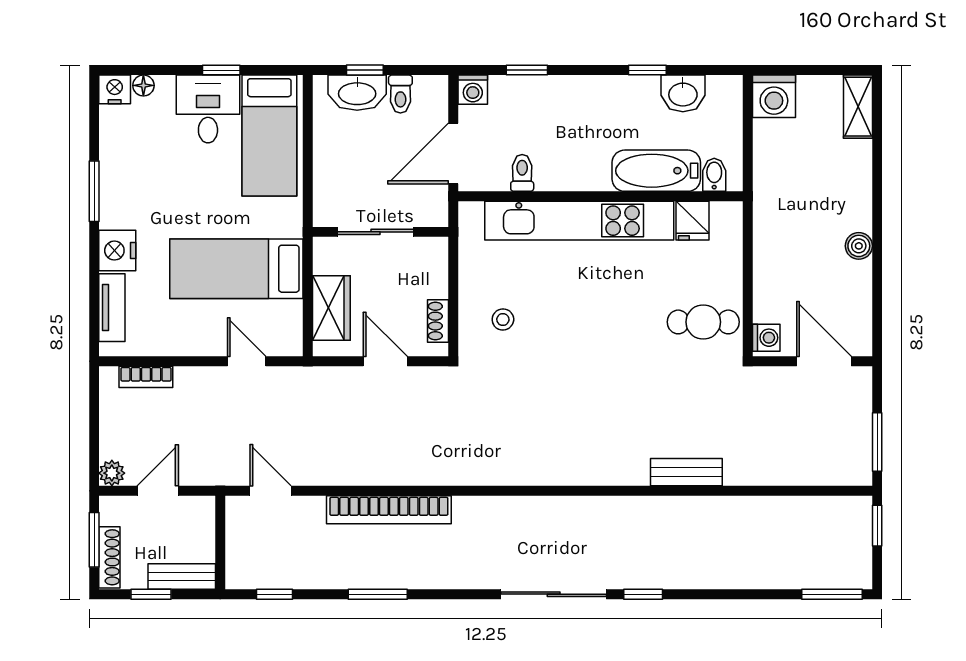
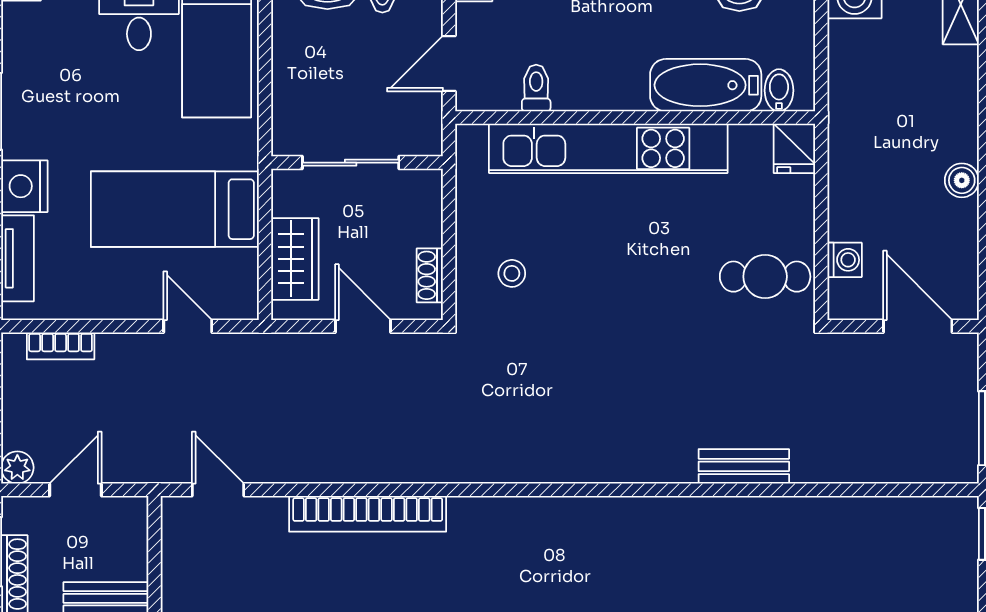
door: (453, 154) -> (449, 64), width x0.73
fridge: (693, 221) -> (794, 148), moved
washing machine: (766, 338) -> (845, 260), moved

